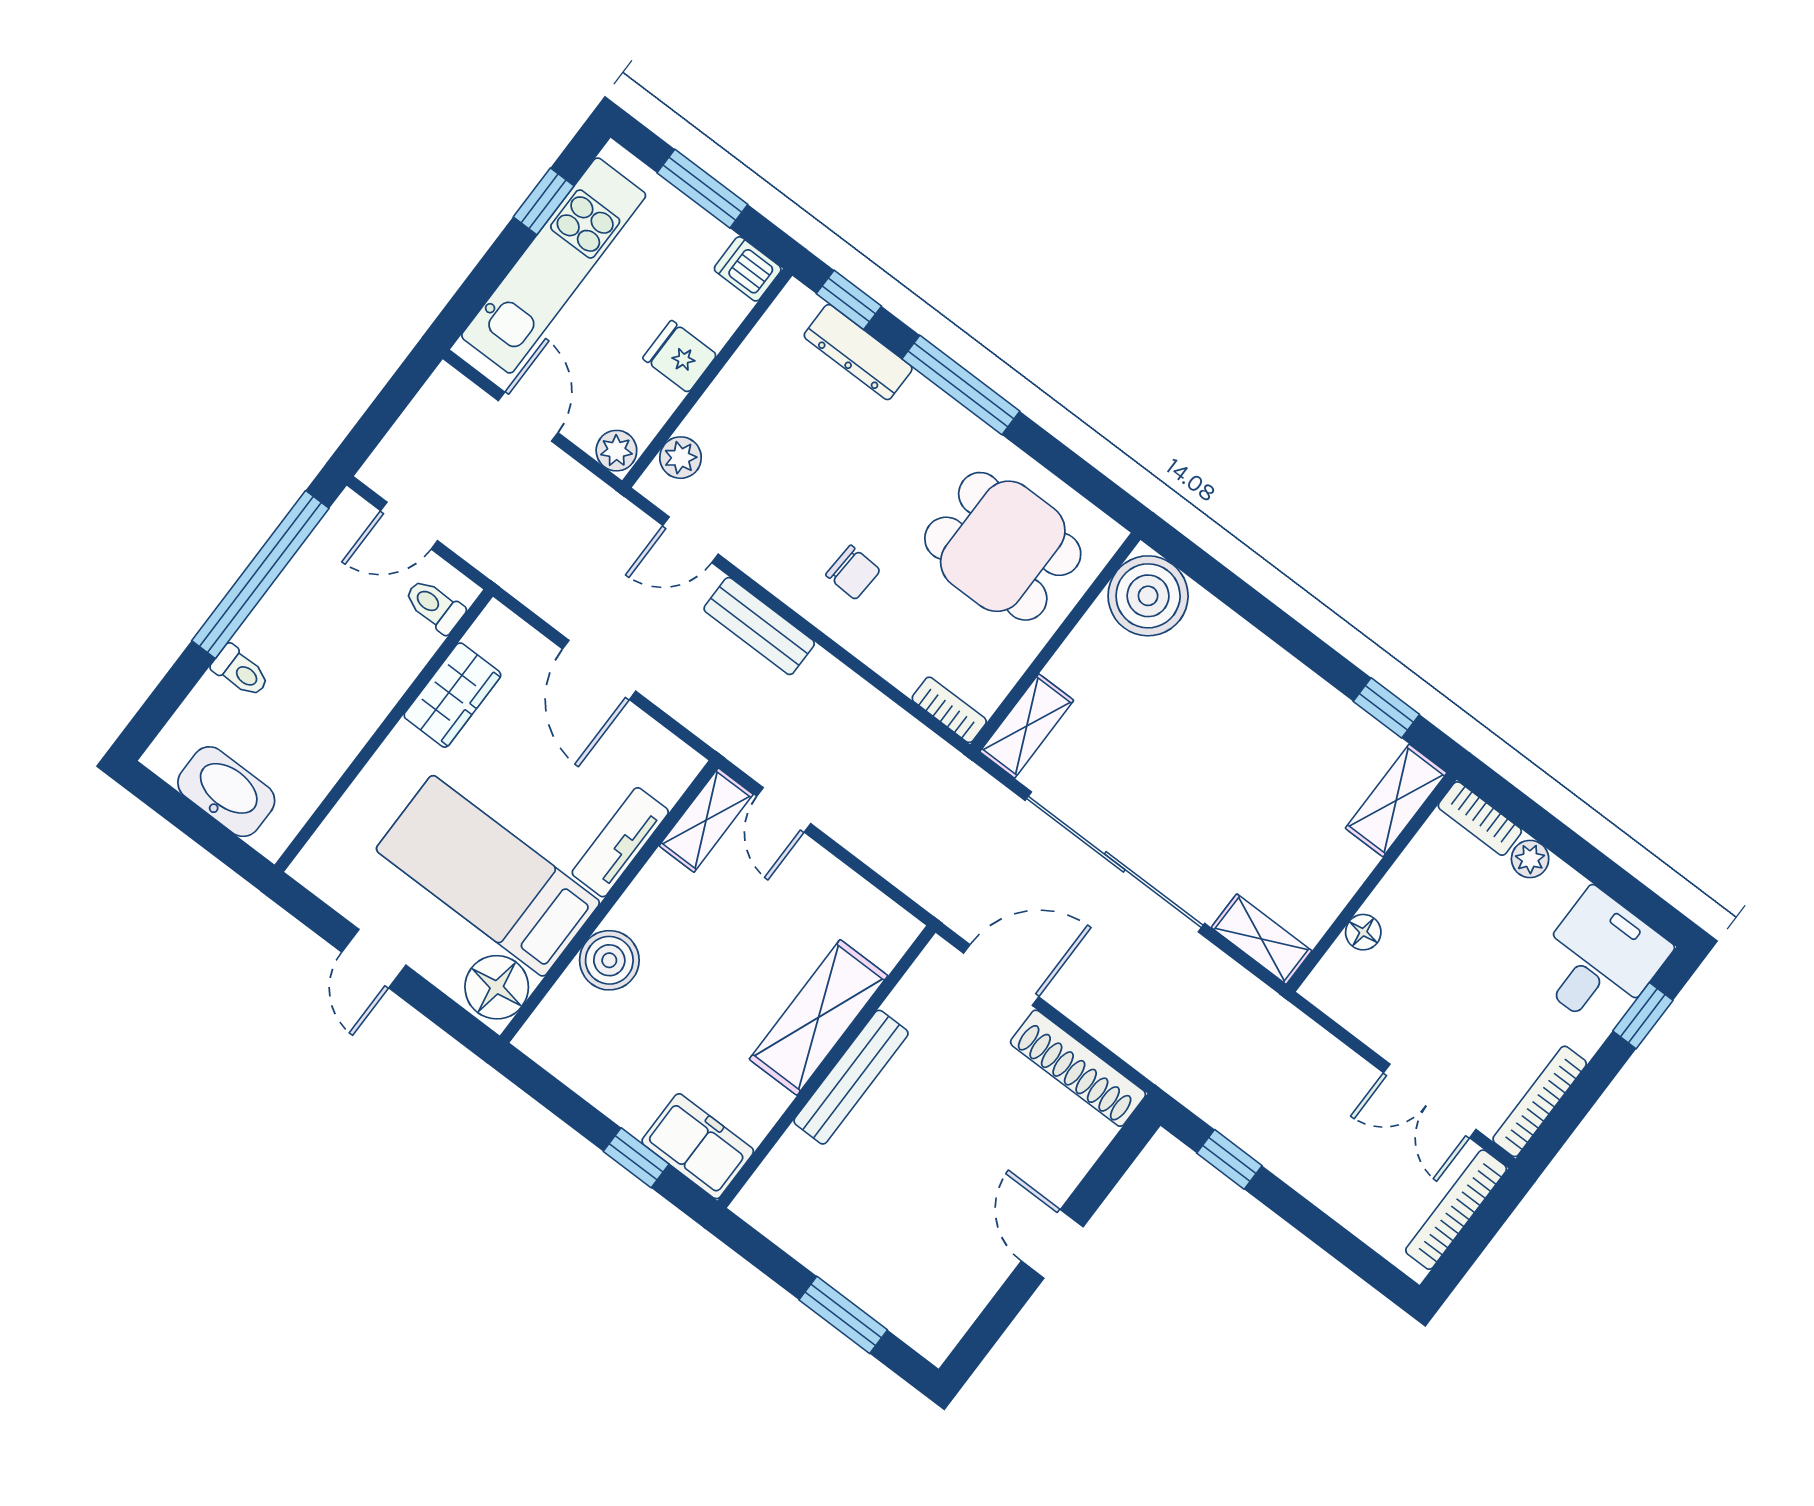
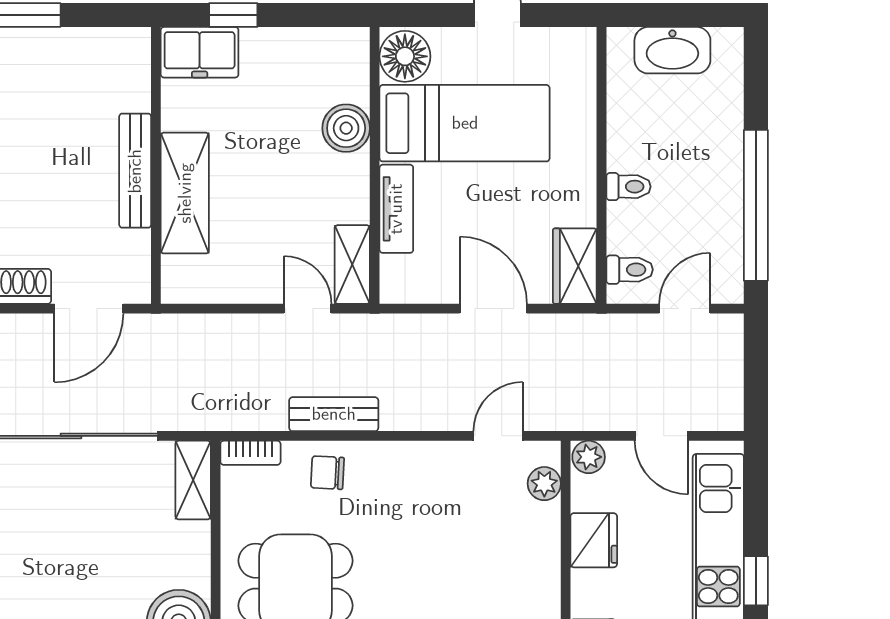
fridge: (680, 357) -> (594, 540), width x1.38
chair: (853, 572) -> (327, 473), moved
bench: (759, 626) -> (334, 414), moved
toilet: (240, 671) -> (628, 187), moved, turned 180
wardrobe: (452, 695) -> (575, 266), moved

